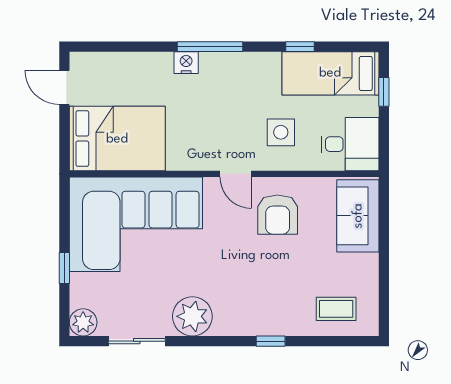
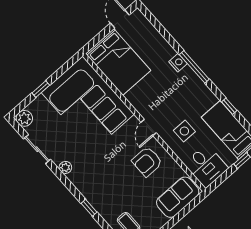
plant: (192, 316) -> (65, 167), width x0.53, depth x0.53

